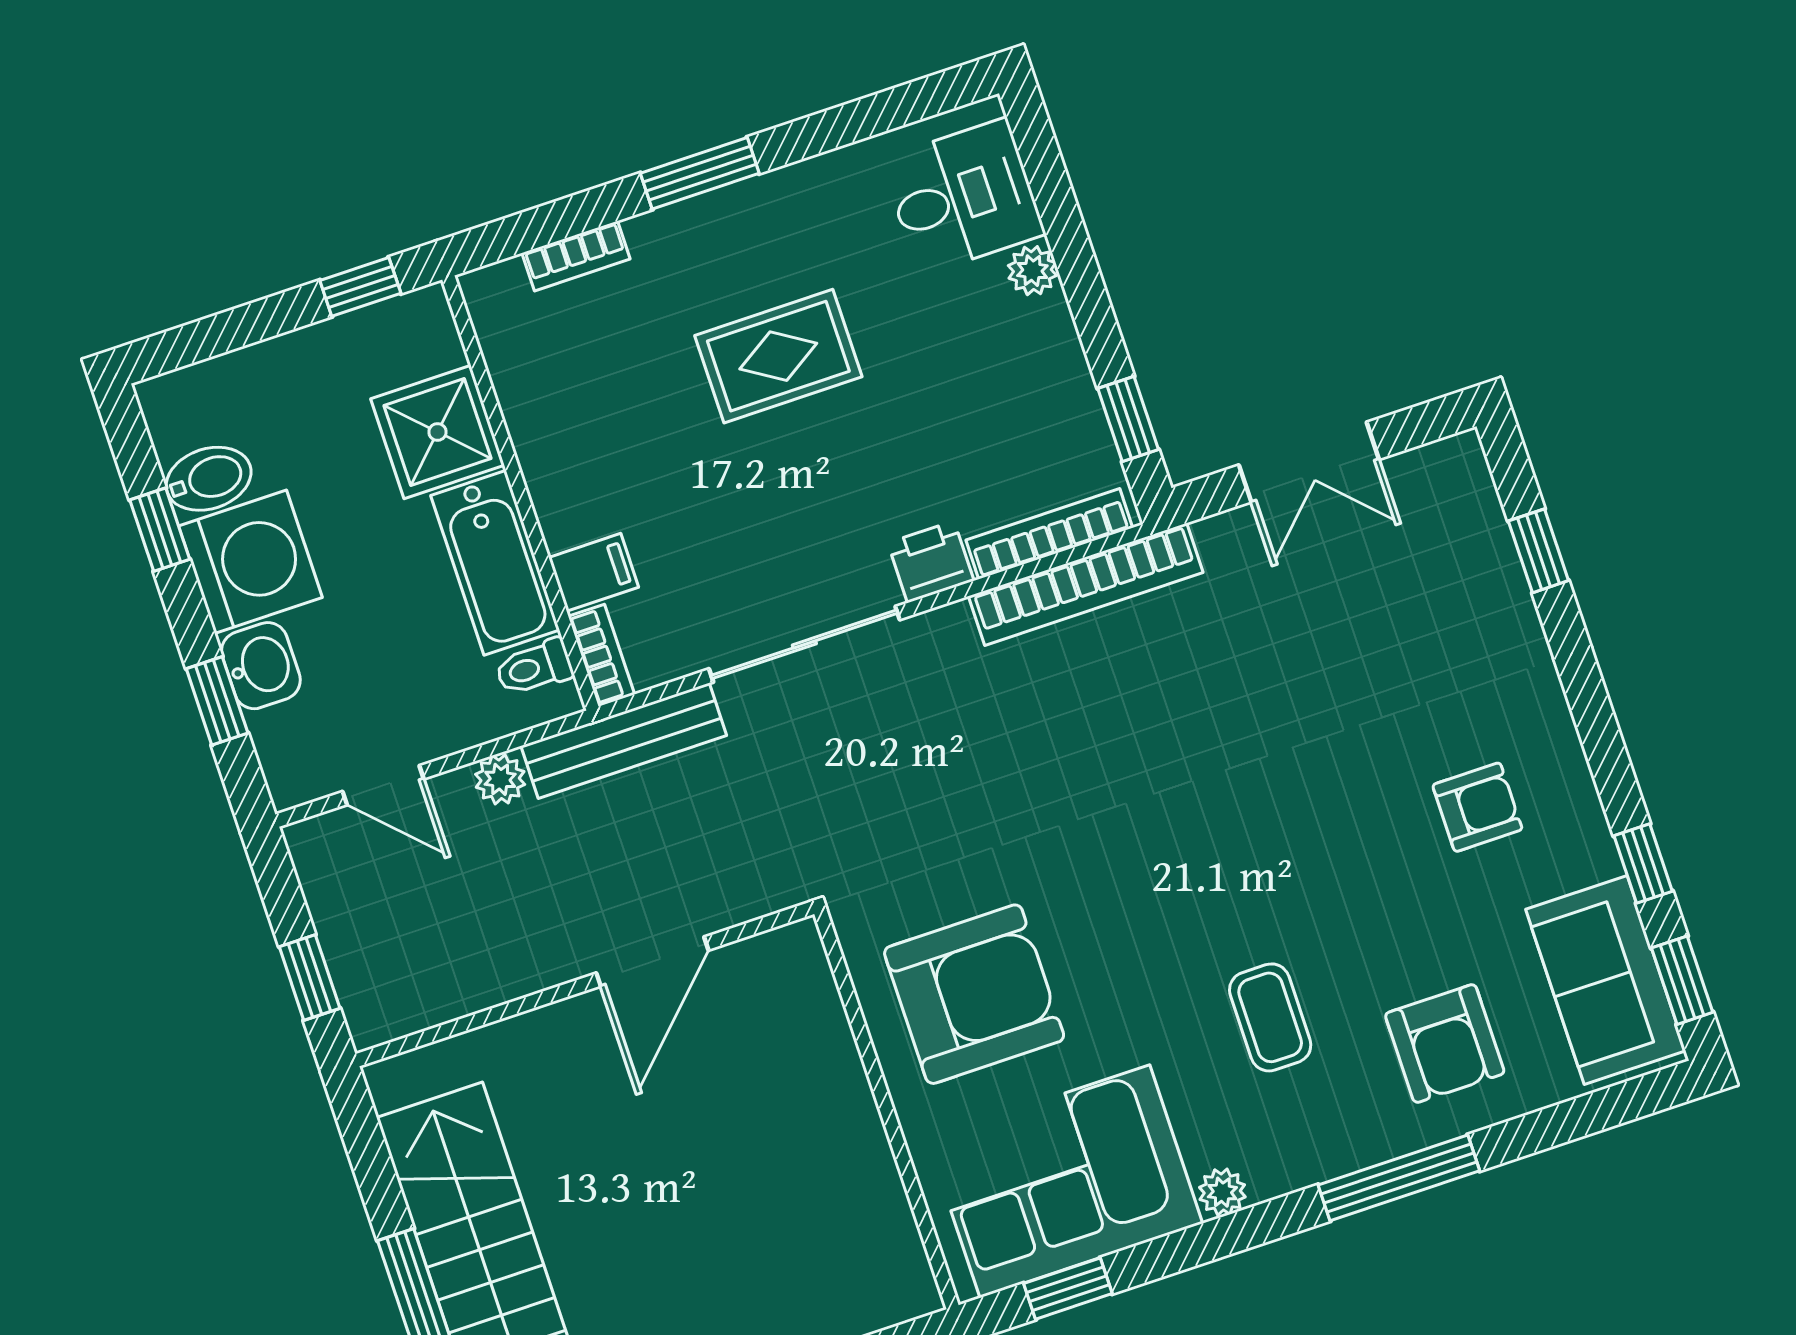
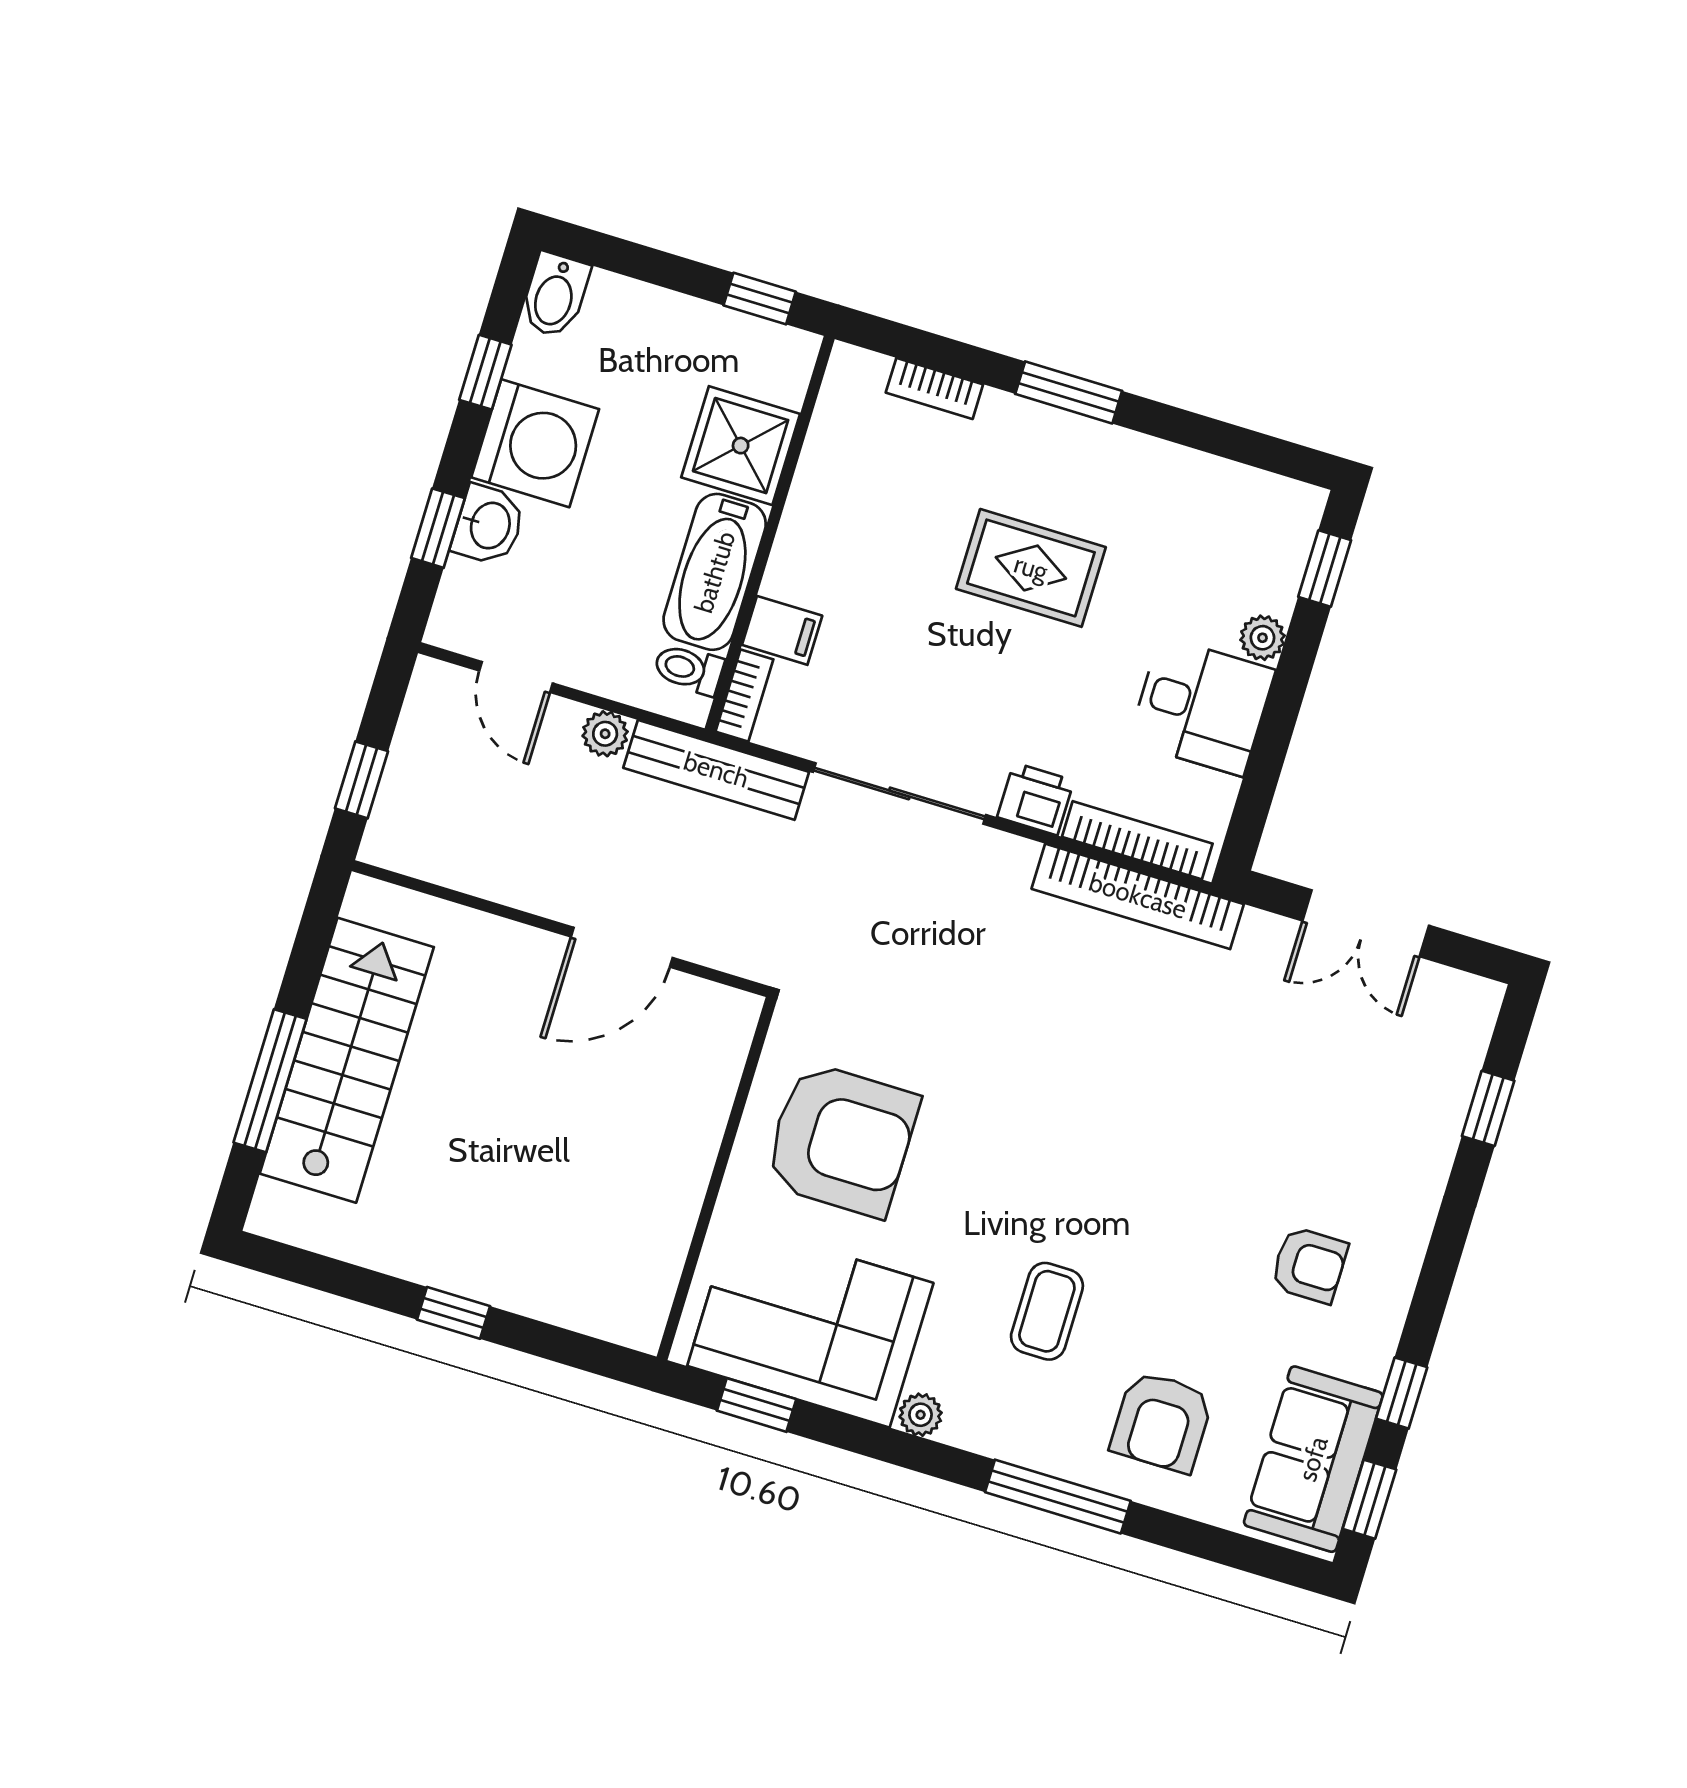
desk: (963, 197) -> (1202, 706), moved
window: (1128, 419) -> (1325, 569), moved
bidet: (209, 479) -> (555, 295), moved, turned 90

